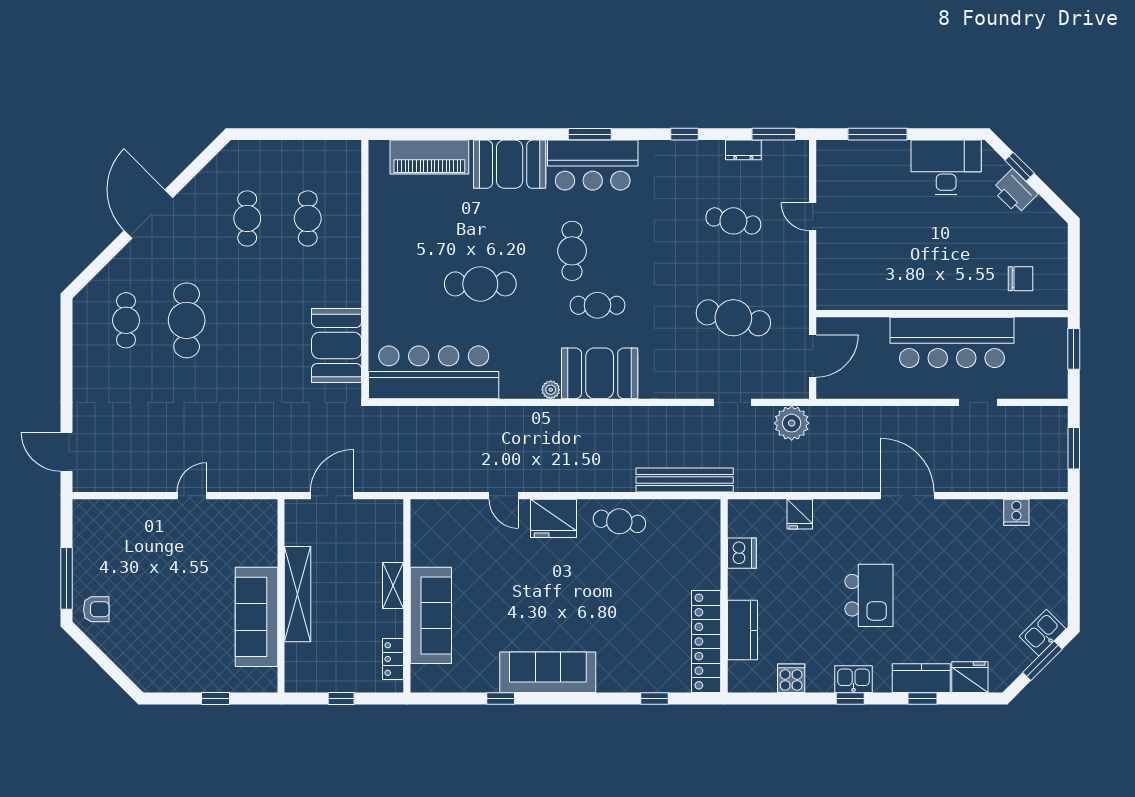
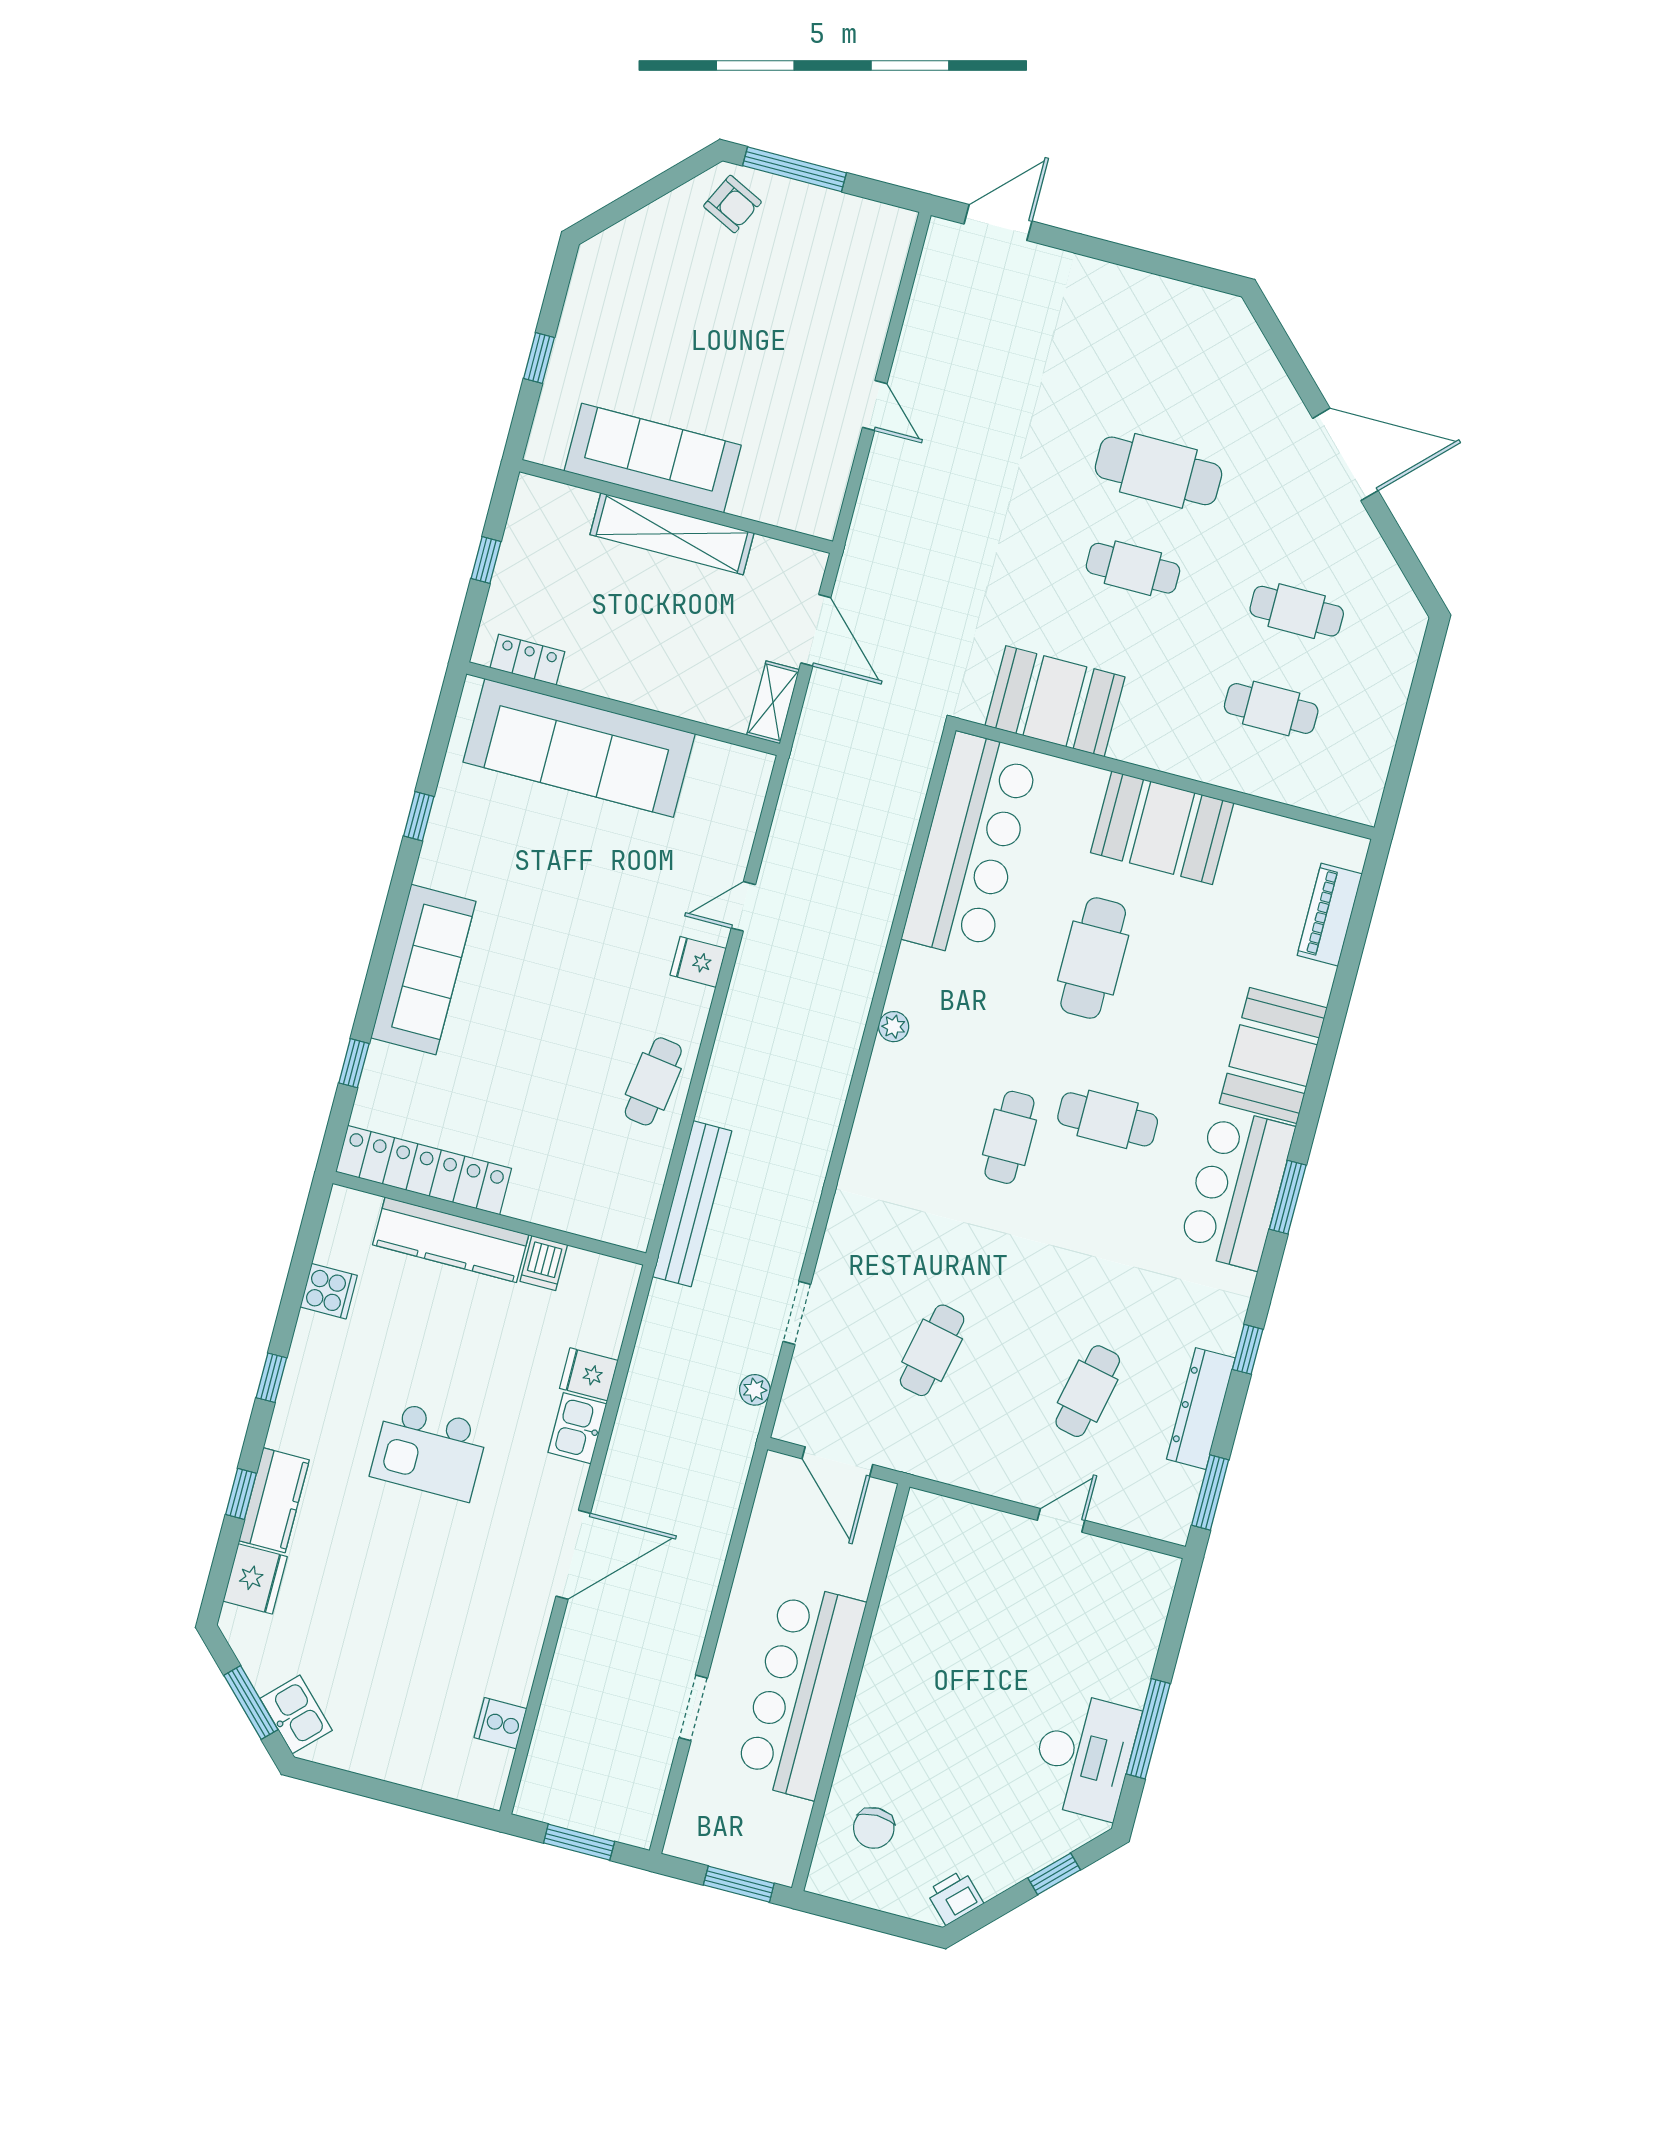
window: (877, 134) -> (1148, 1729), moved
dresser: (743, 150) -> (1201, 1409), width x1.96, depth x1.24
piano: (429, 157) -> (1330, 915), width x0.73, depth x0.75
printer: (1015, 192) -> (955, 1897), moved, width x0.73, depth x0.81
cafe table: (733, 318) -> (932, 1350), width x0.73, depth x0.74
cafe table: (126, 320) -> (1133, 568), moved
booth: (600, 373) -> (1162, 828), moved, turned 90
plant: (792, 423) -> (755, 1390), width x0.53, depth x0.53
fridge: (554, 518) -> (698, 962), width x0.53, depth x0.75
dishwasher: (742, 553) -> (544, 1263), width x0.73
shelving: (393, 586) -> (773, 702), moved, turned 90
armchair: (96, 609) -> (732, 204), turned -64
sofa: (431, 615) -> (579, 748), width x1.36, depth x1.27
kitchen counter: (742, 630) -> (451, 1240), width x1.50
sofa: (548, 672) -> (423, 970), moved
kitchen sink: (854, 679) -> (577, 1428), moved, turned 180

